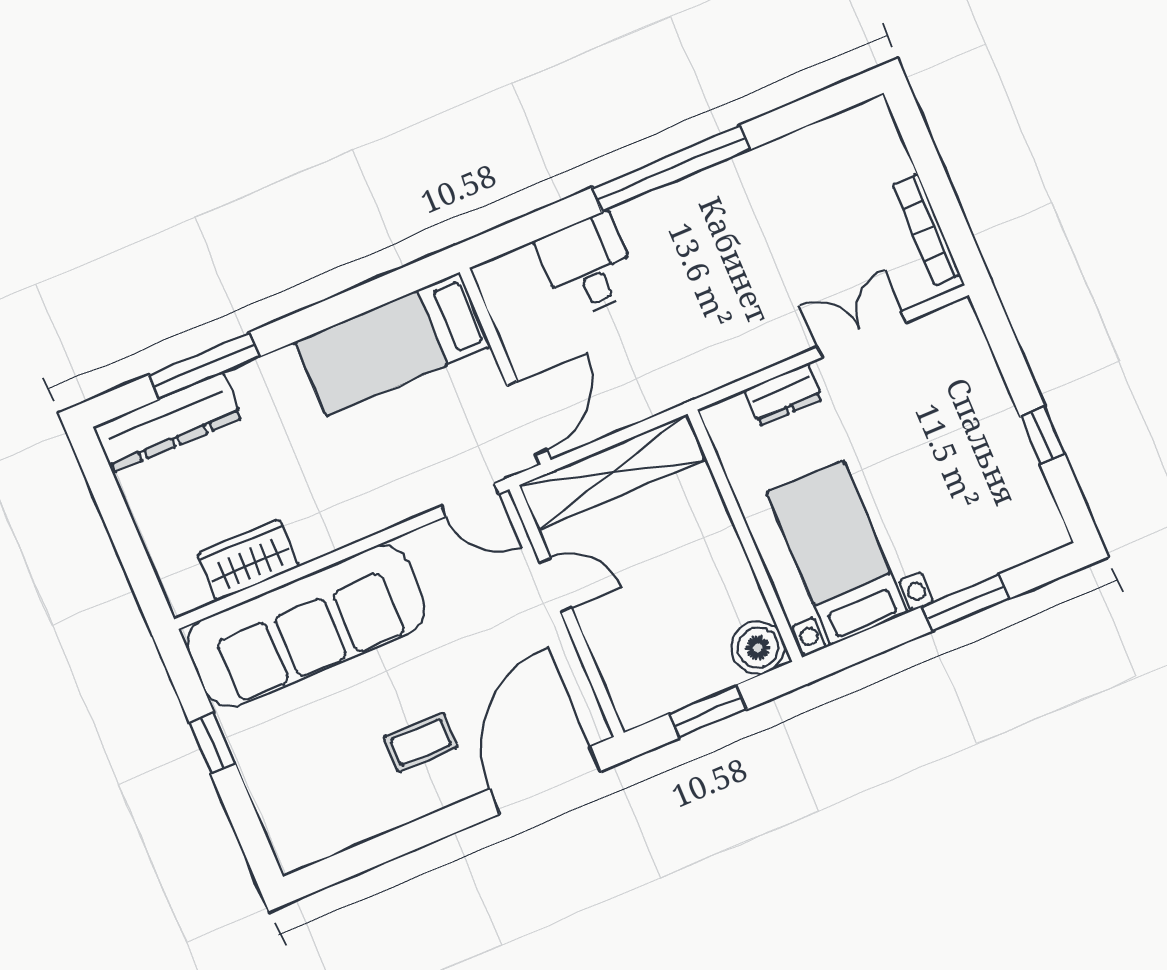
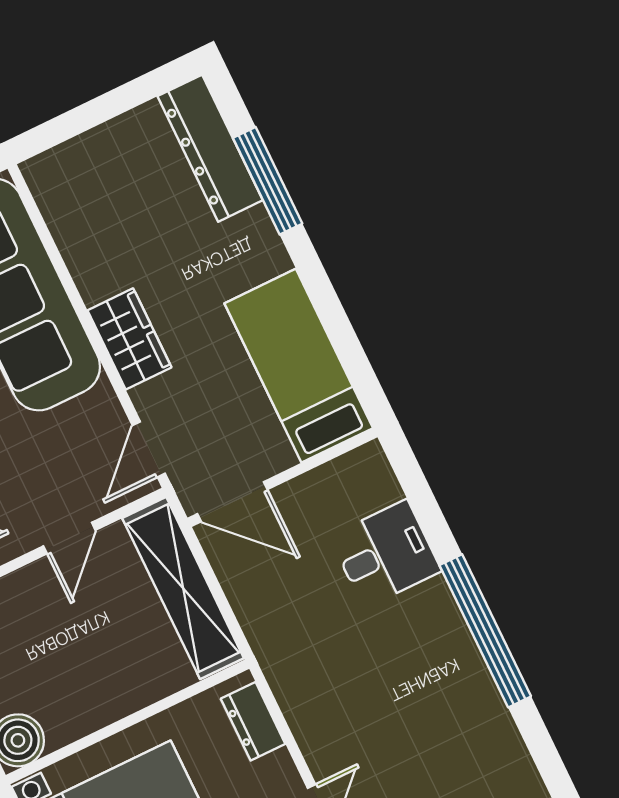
dresser: (783, 395) -> (253, 721), moved
wardrobe: (248, 560) -> (129, 339), moved

